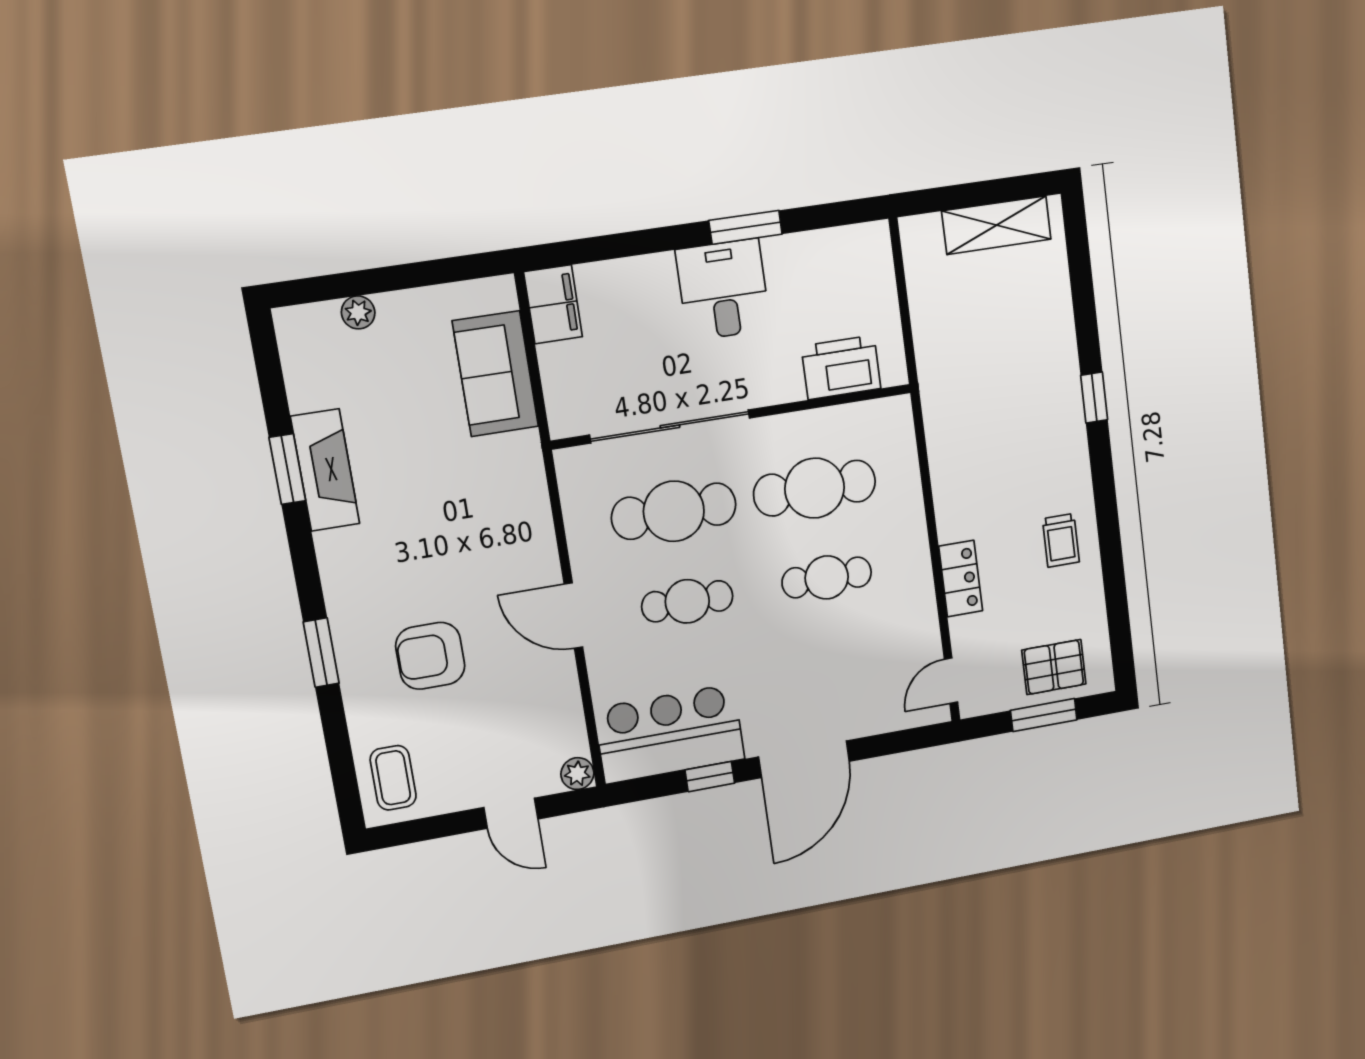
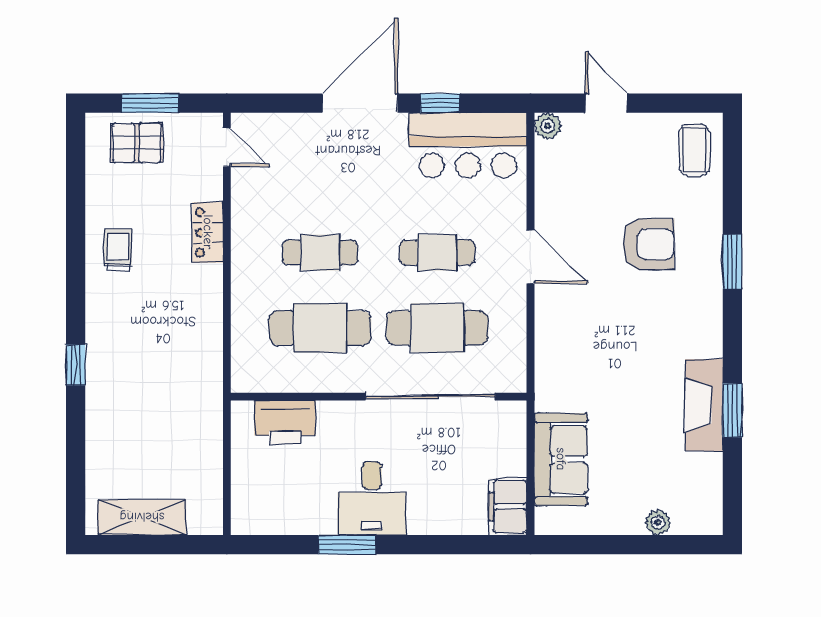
door: (951, 681) -> (227, 147), hinge flipped

